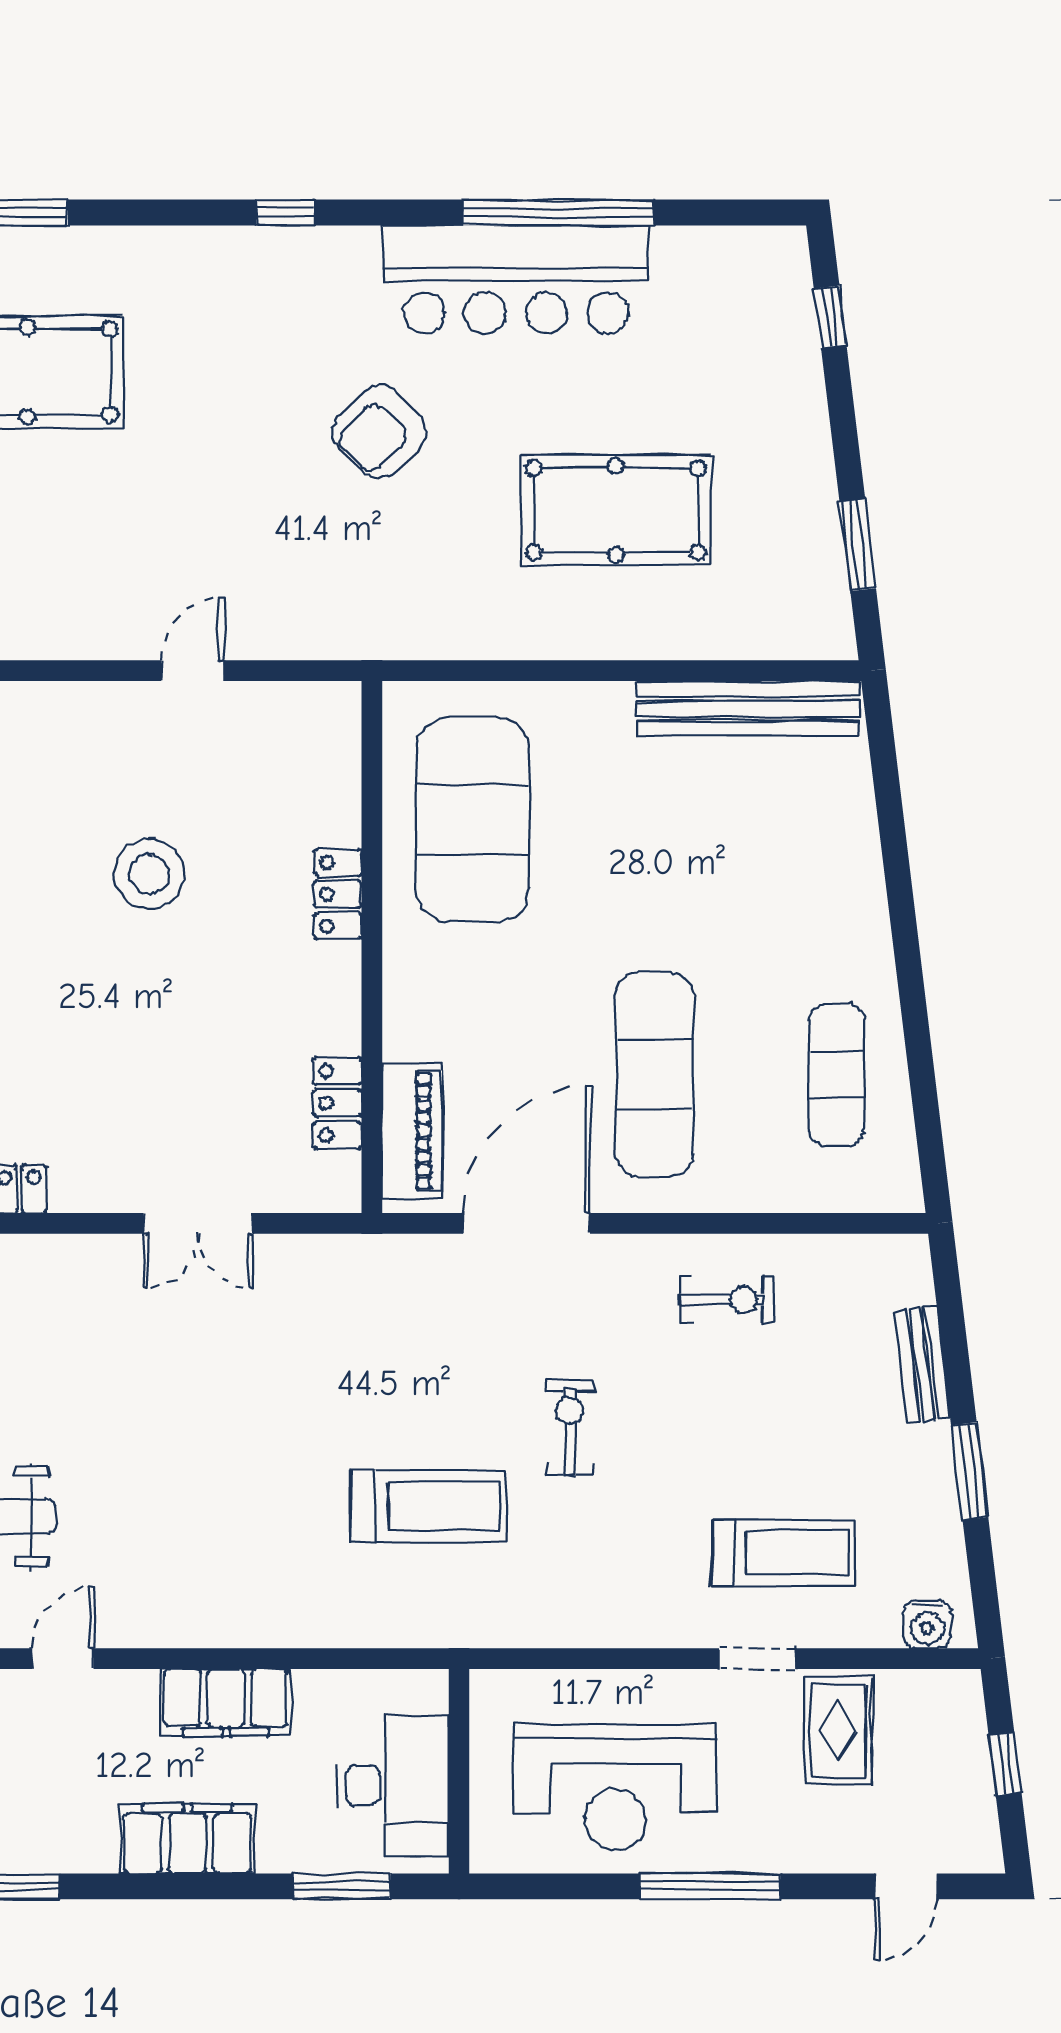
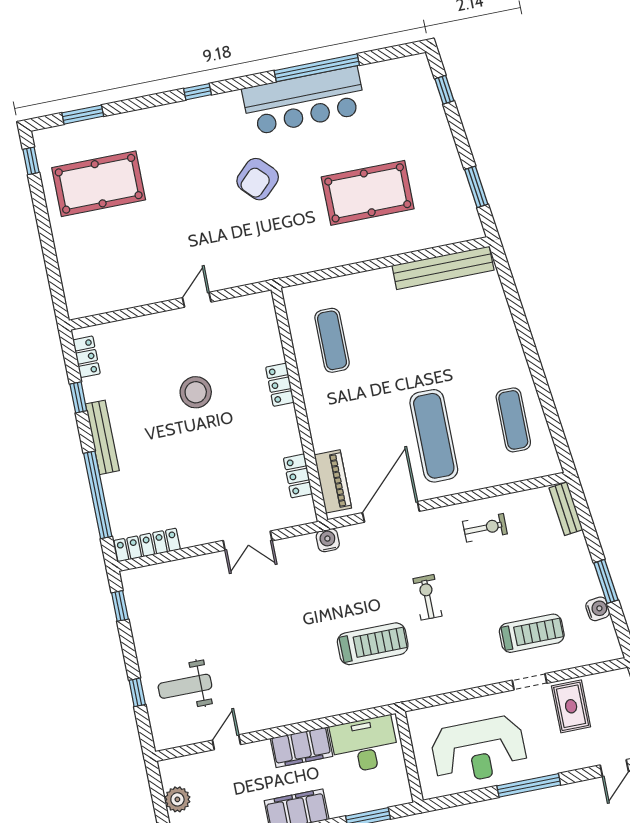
exercise mat: (472, 819) -> (332, 340), width x0.50, depth x0.69
water cooler: (375, 1258) -> (328, 540), added
bench: (922, 1364) -> (566, 509), moved
water cooler: (927, 1624) -> (598, 609), moved, turned -97
desk: (393, 1786) -> (365, 745), moved, turned -90

